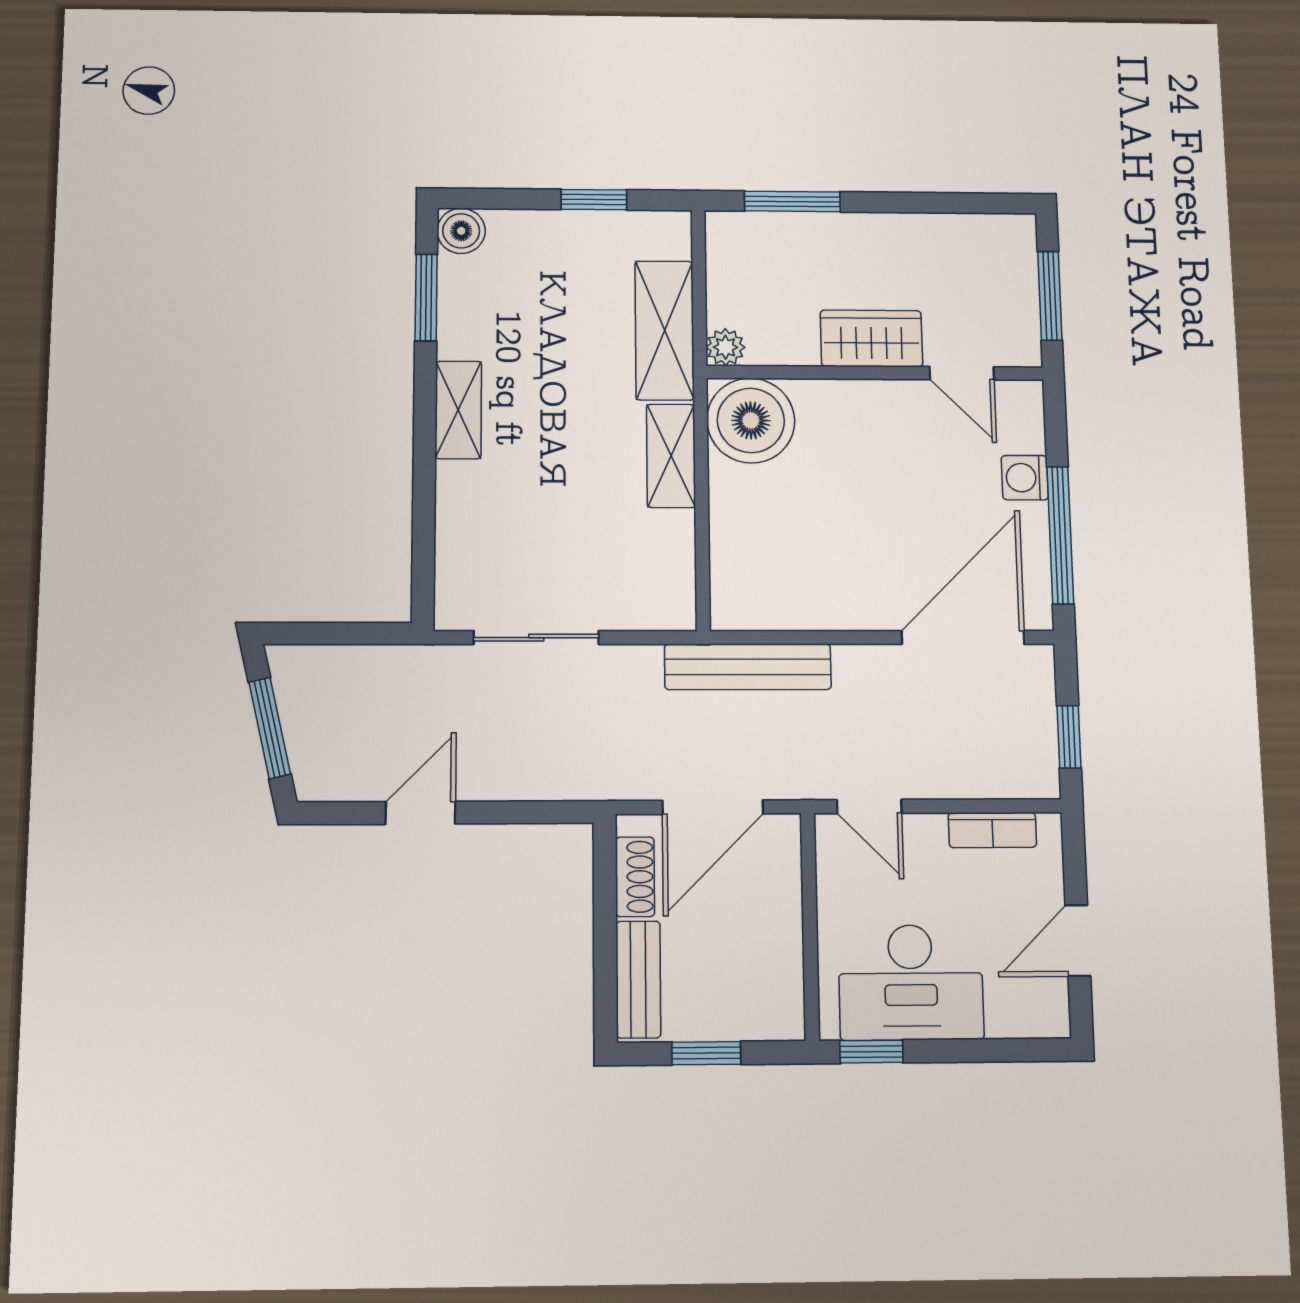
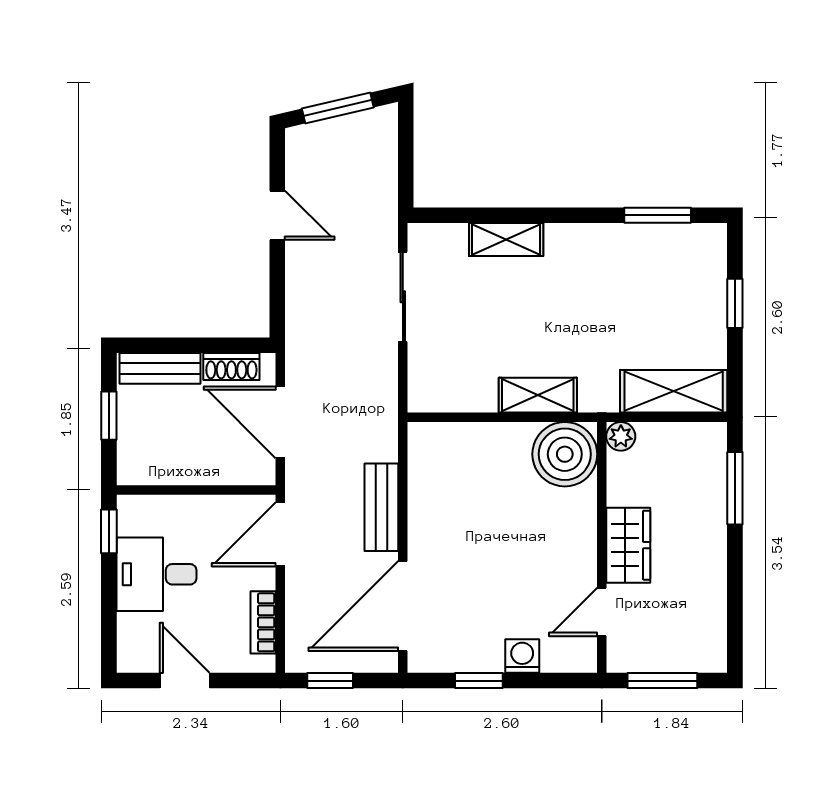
window: (594, 200) -> (735, 303), moved
boiler: (461, 231) -> (710, 241), removed
shelving: (664, 330) -> (674, 391), moved
shelving: (458, 410) -> (506, 240), moved
window: (1060, 535) -> (479, 681), width x0.46
door: (963, 637) -> (403, 606), swing flipped
bench: (748, 667) -> (381, 507), moved, width x0.73
door: (869, 807) -> (280, 534), width x1.38
desk: (911, 982) -> (156, 574), width x0.73

